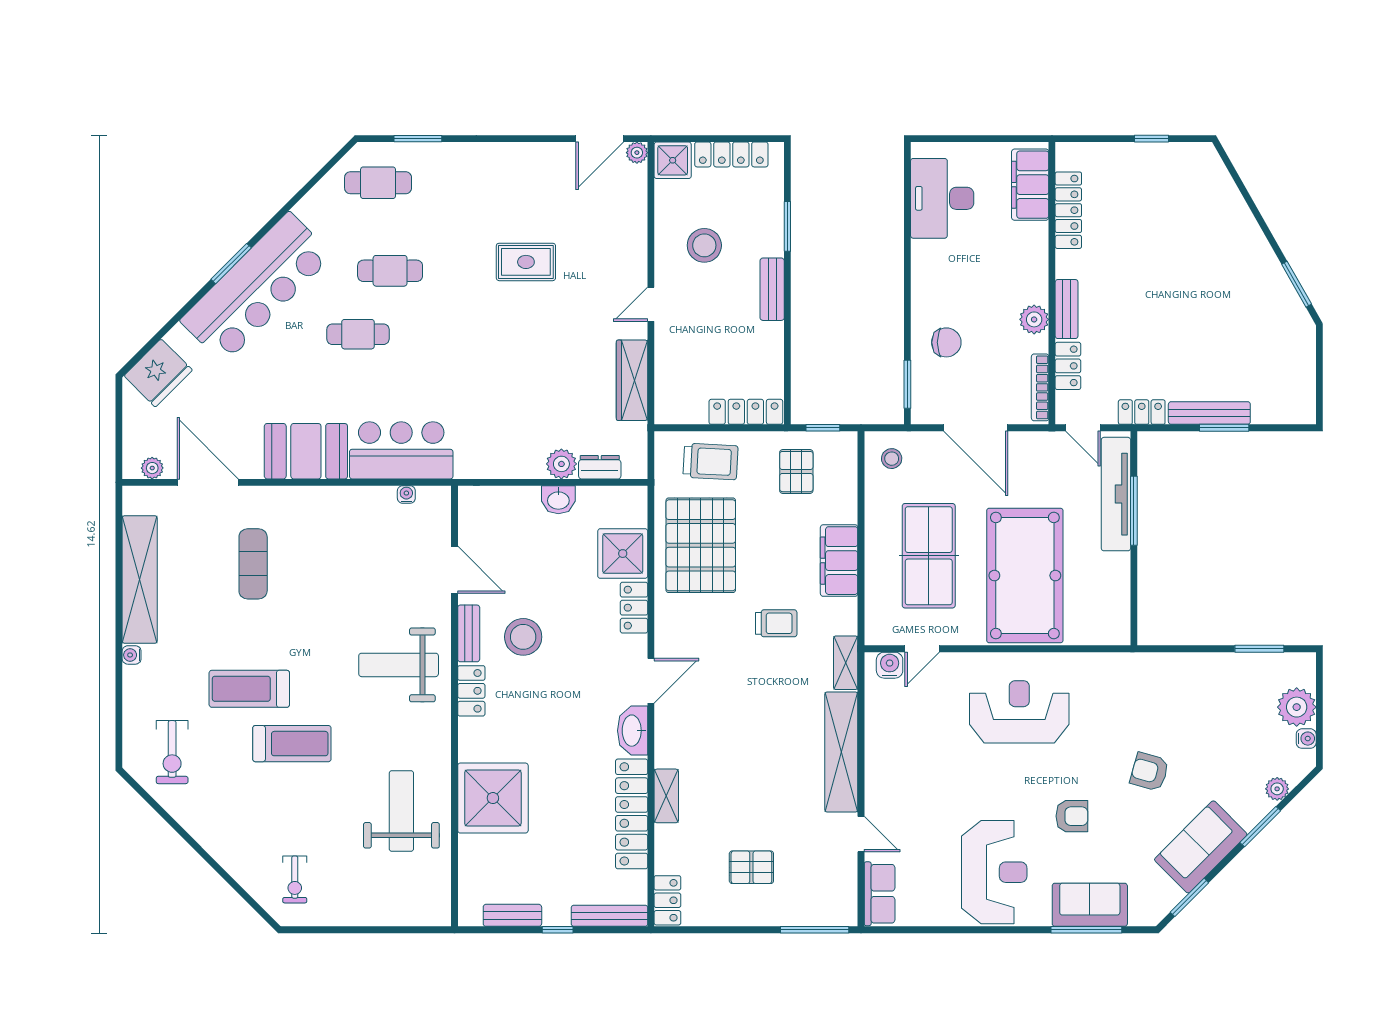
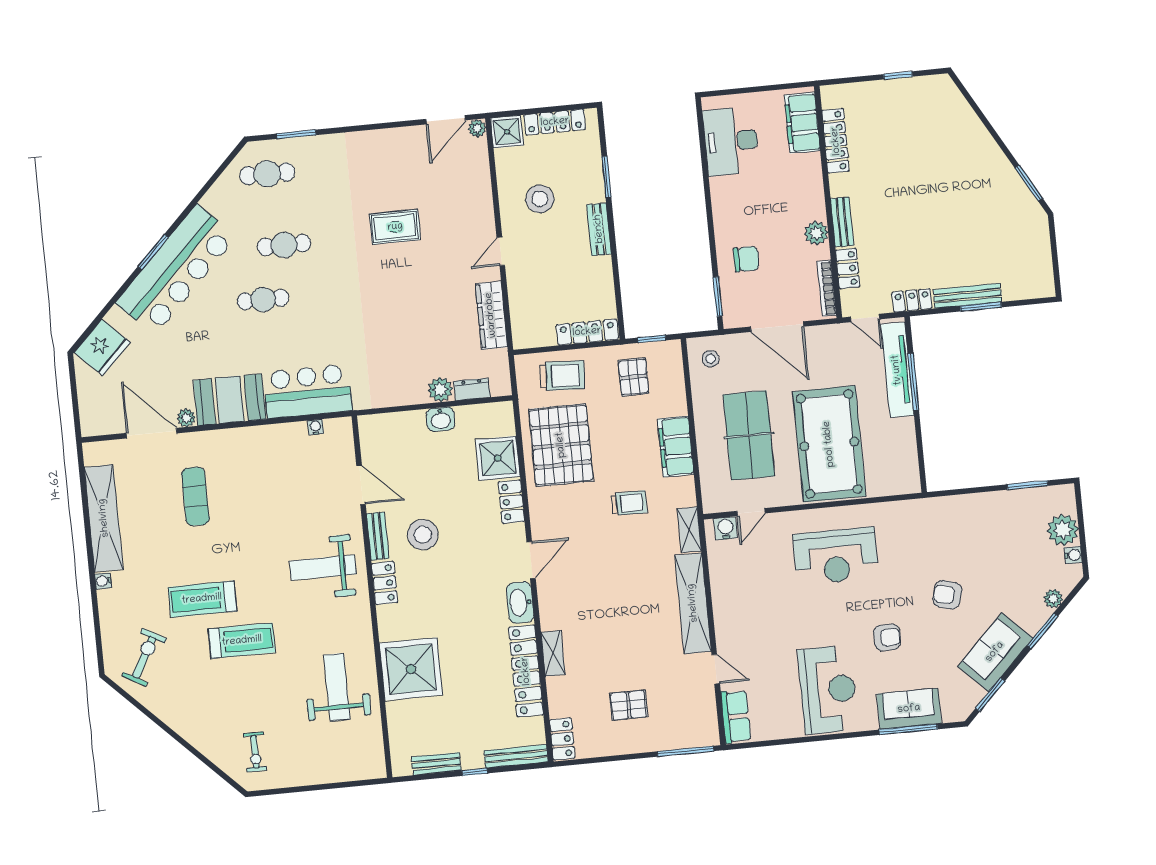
plant: (152, 468) -> (186, 418), moved
reception desk: (1019, 712) -> (836, 556), turned 180
exercise bike: (172, 752) -> (144, 657), turned -151

